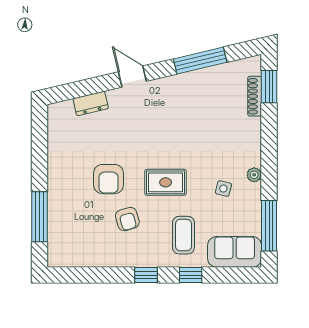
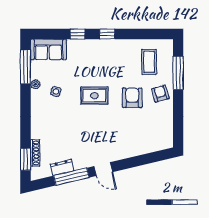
door: (132, 77) -> (103, 169), moved
dresser: (91, 104) -> (62, 167), moved
plant: (254, 175) -> (35, 84), moved
armchair: (127, 219) -> (160, 94), moved
coffee table: (183, 235) -> (149, 62), moved

